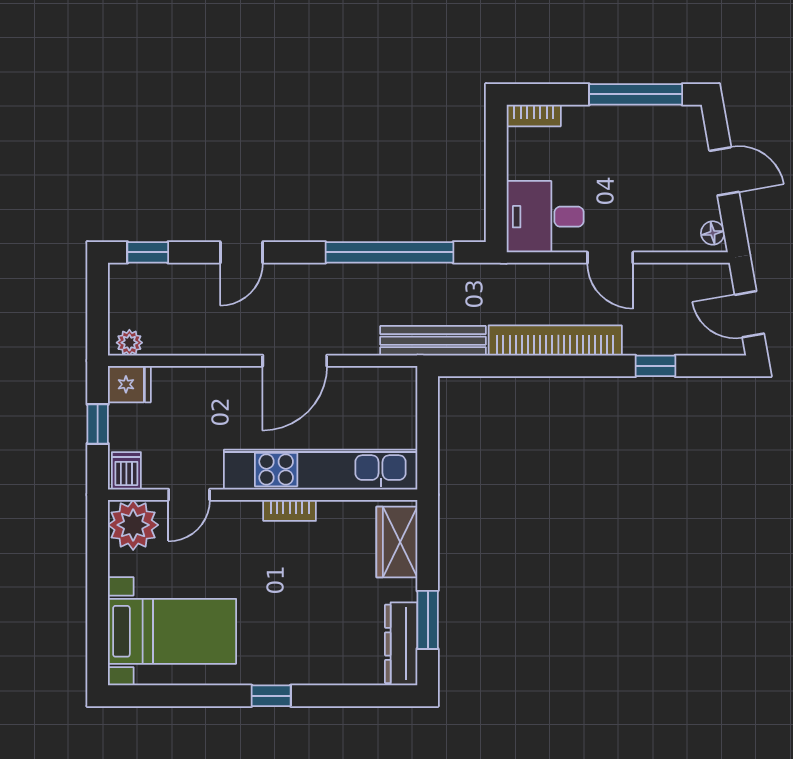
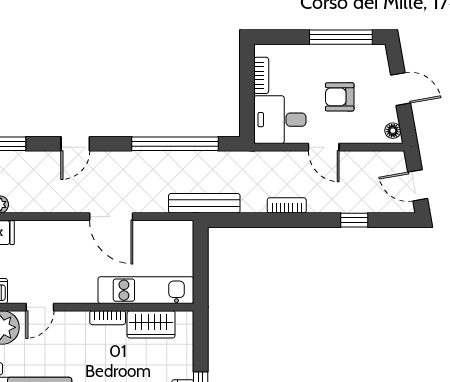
bookcase: (534, 115) -> (261, 75), moved, turned -90
armchair: (634, 183) -> (340, 97), added
bookcase: (555, 340) -> (287, 205), width x0.43, depth x0.76
door: (295, 361) -> (111, 217), hinge flipped
kitchen unit: (321, 470) -> (146, 290), width x0.73
wardrobe: (397, 542) -> (151, 324), moved, turned -90

